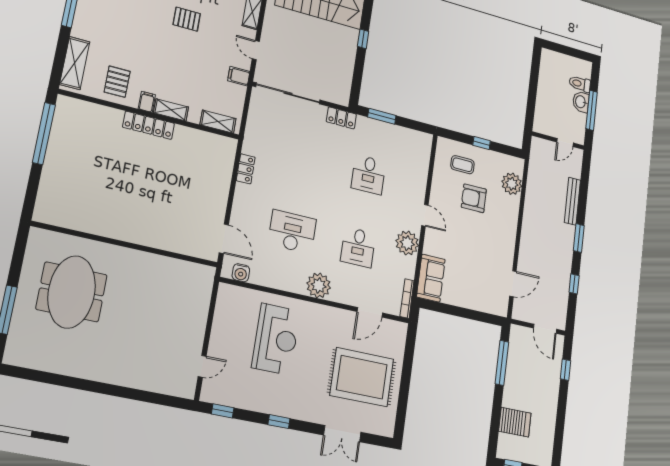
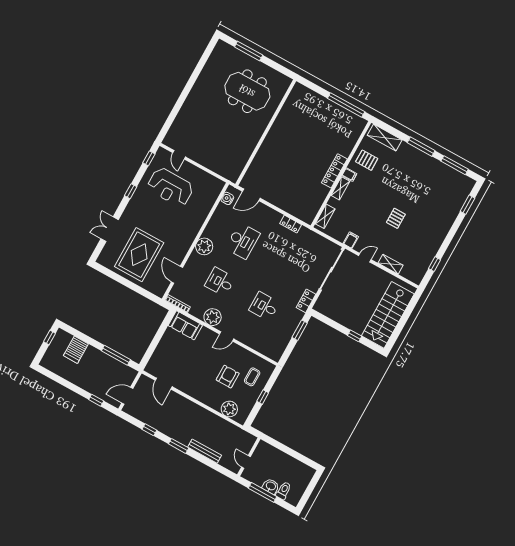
reception desk: (276, 339) -> (170, 187), moved

